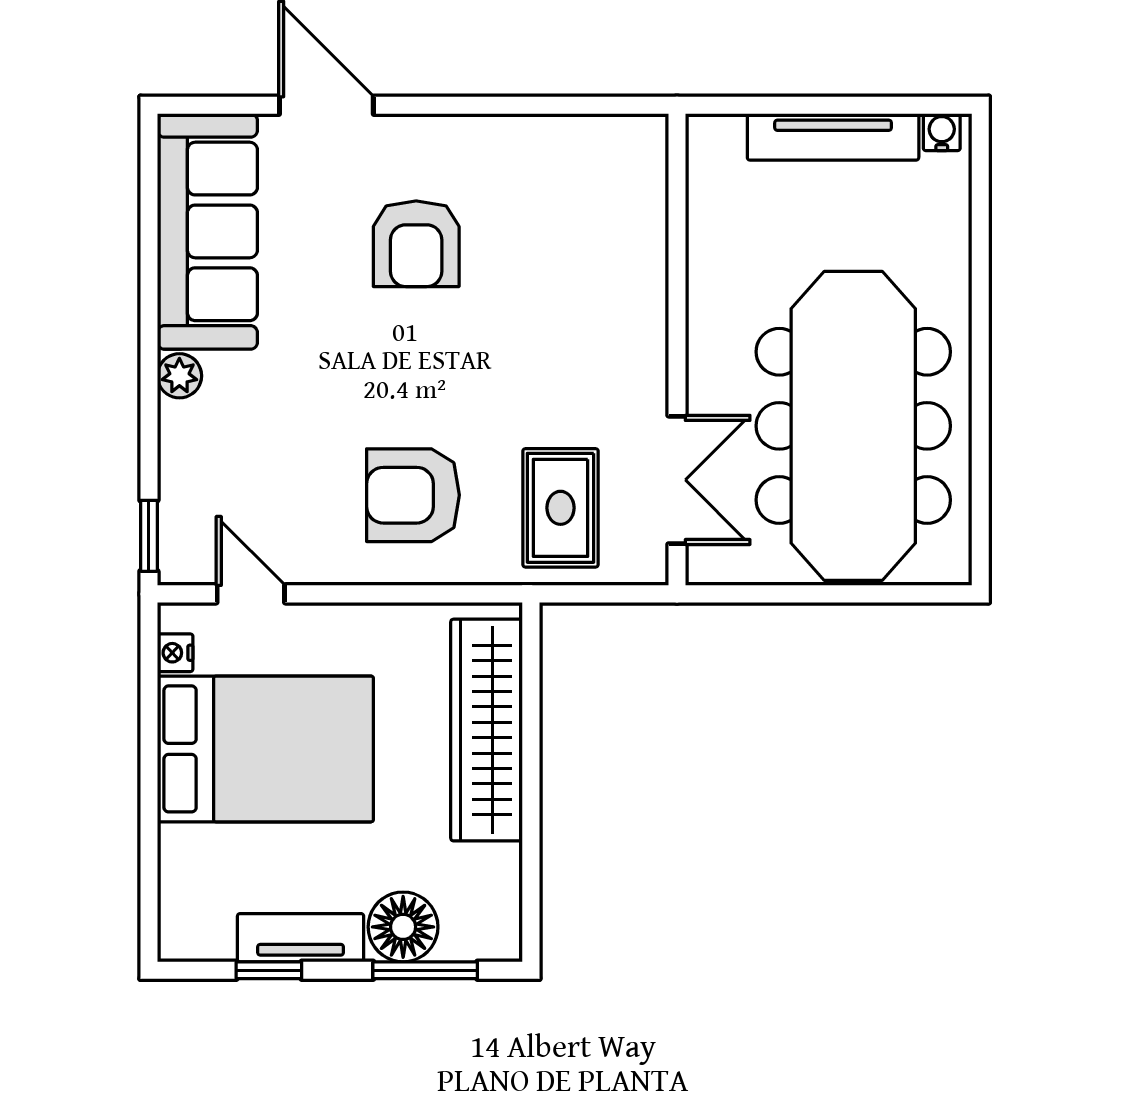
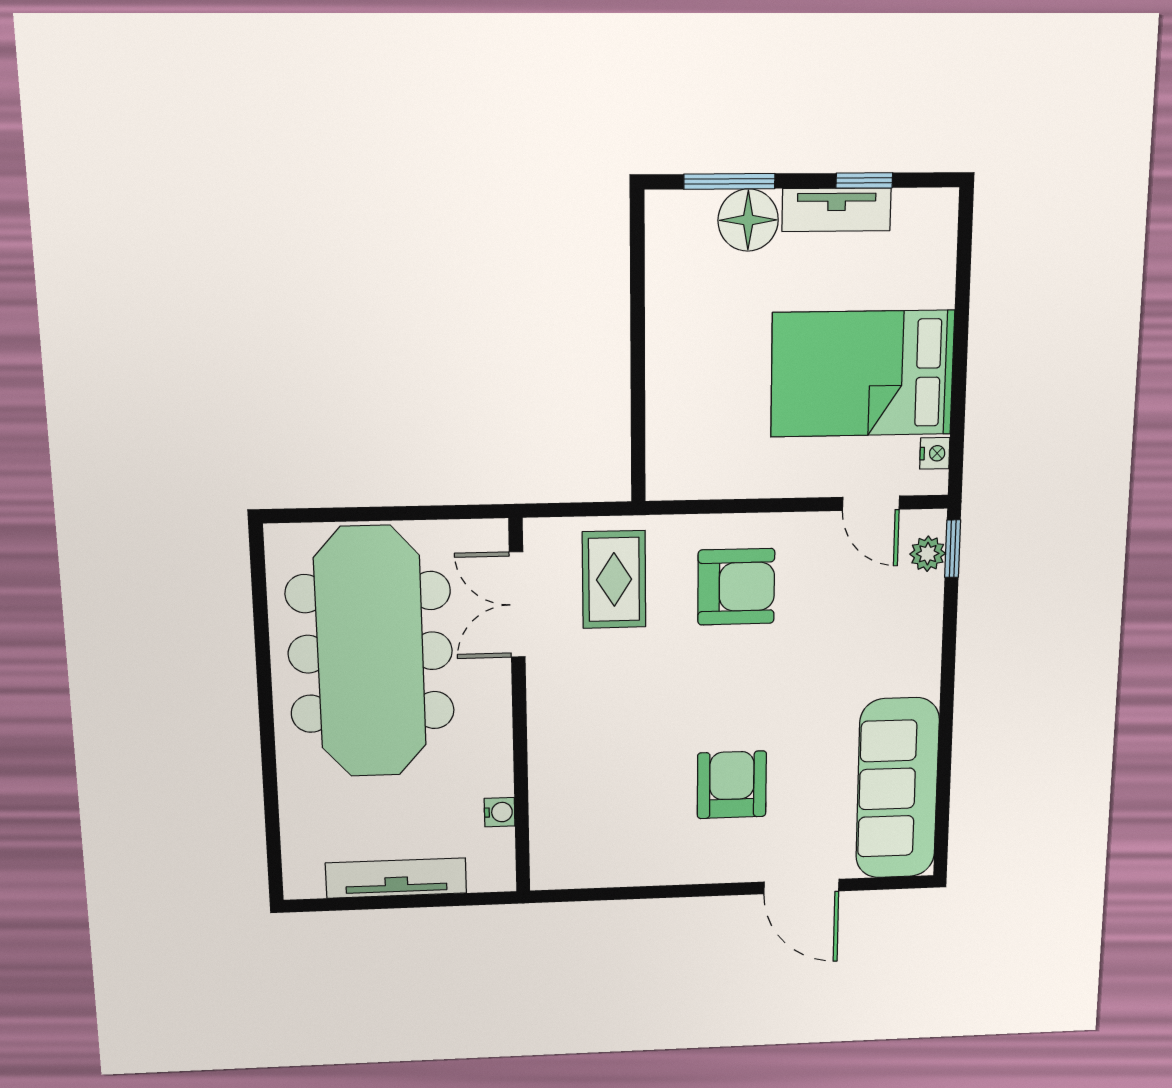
water cooler: (942, 132) -> (500, 812), moved, turned -90
plant: (179, 376) -> (928, 554), moved
wardrobe: (487, 730) -> (676, 393), removed

